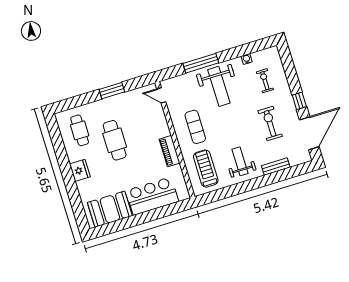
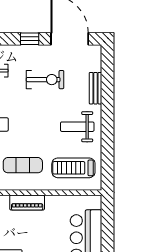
exercise bike: (270, 124) -> (45, 80), turned 180
piano: (170, 151) -> (27, 203), moved

